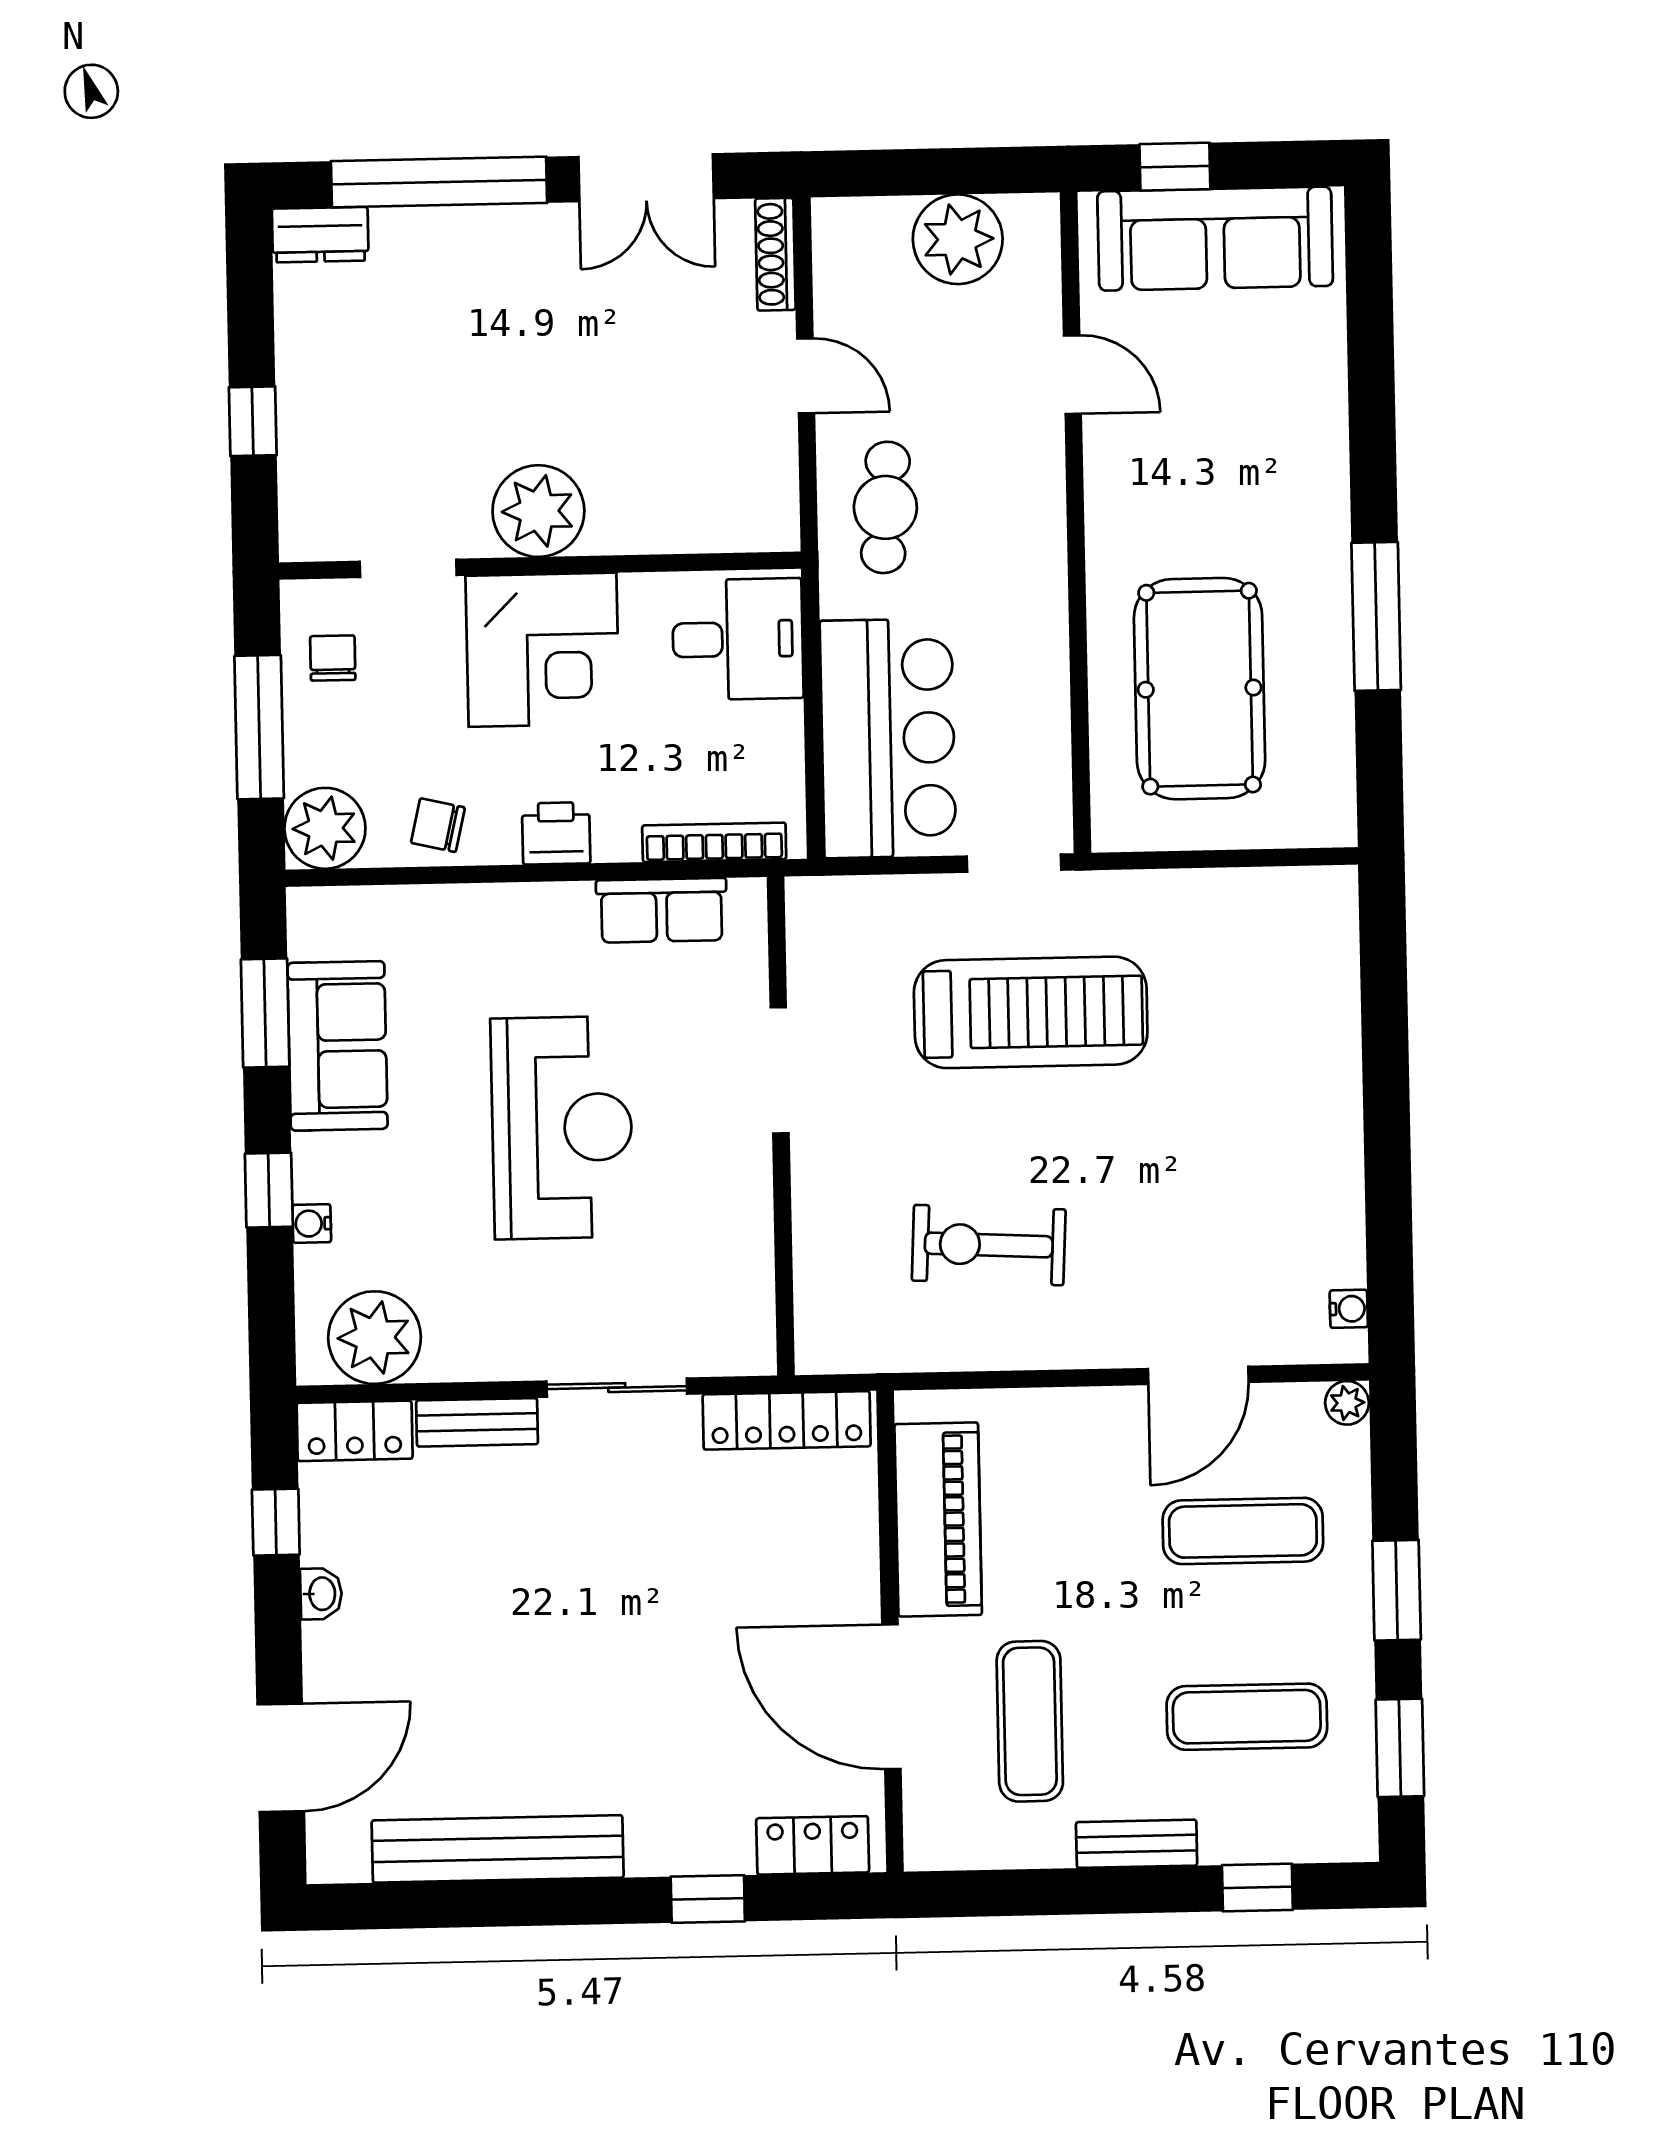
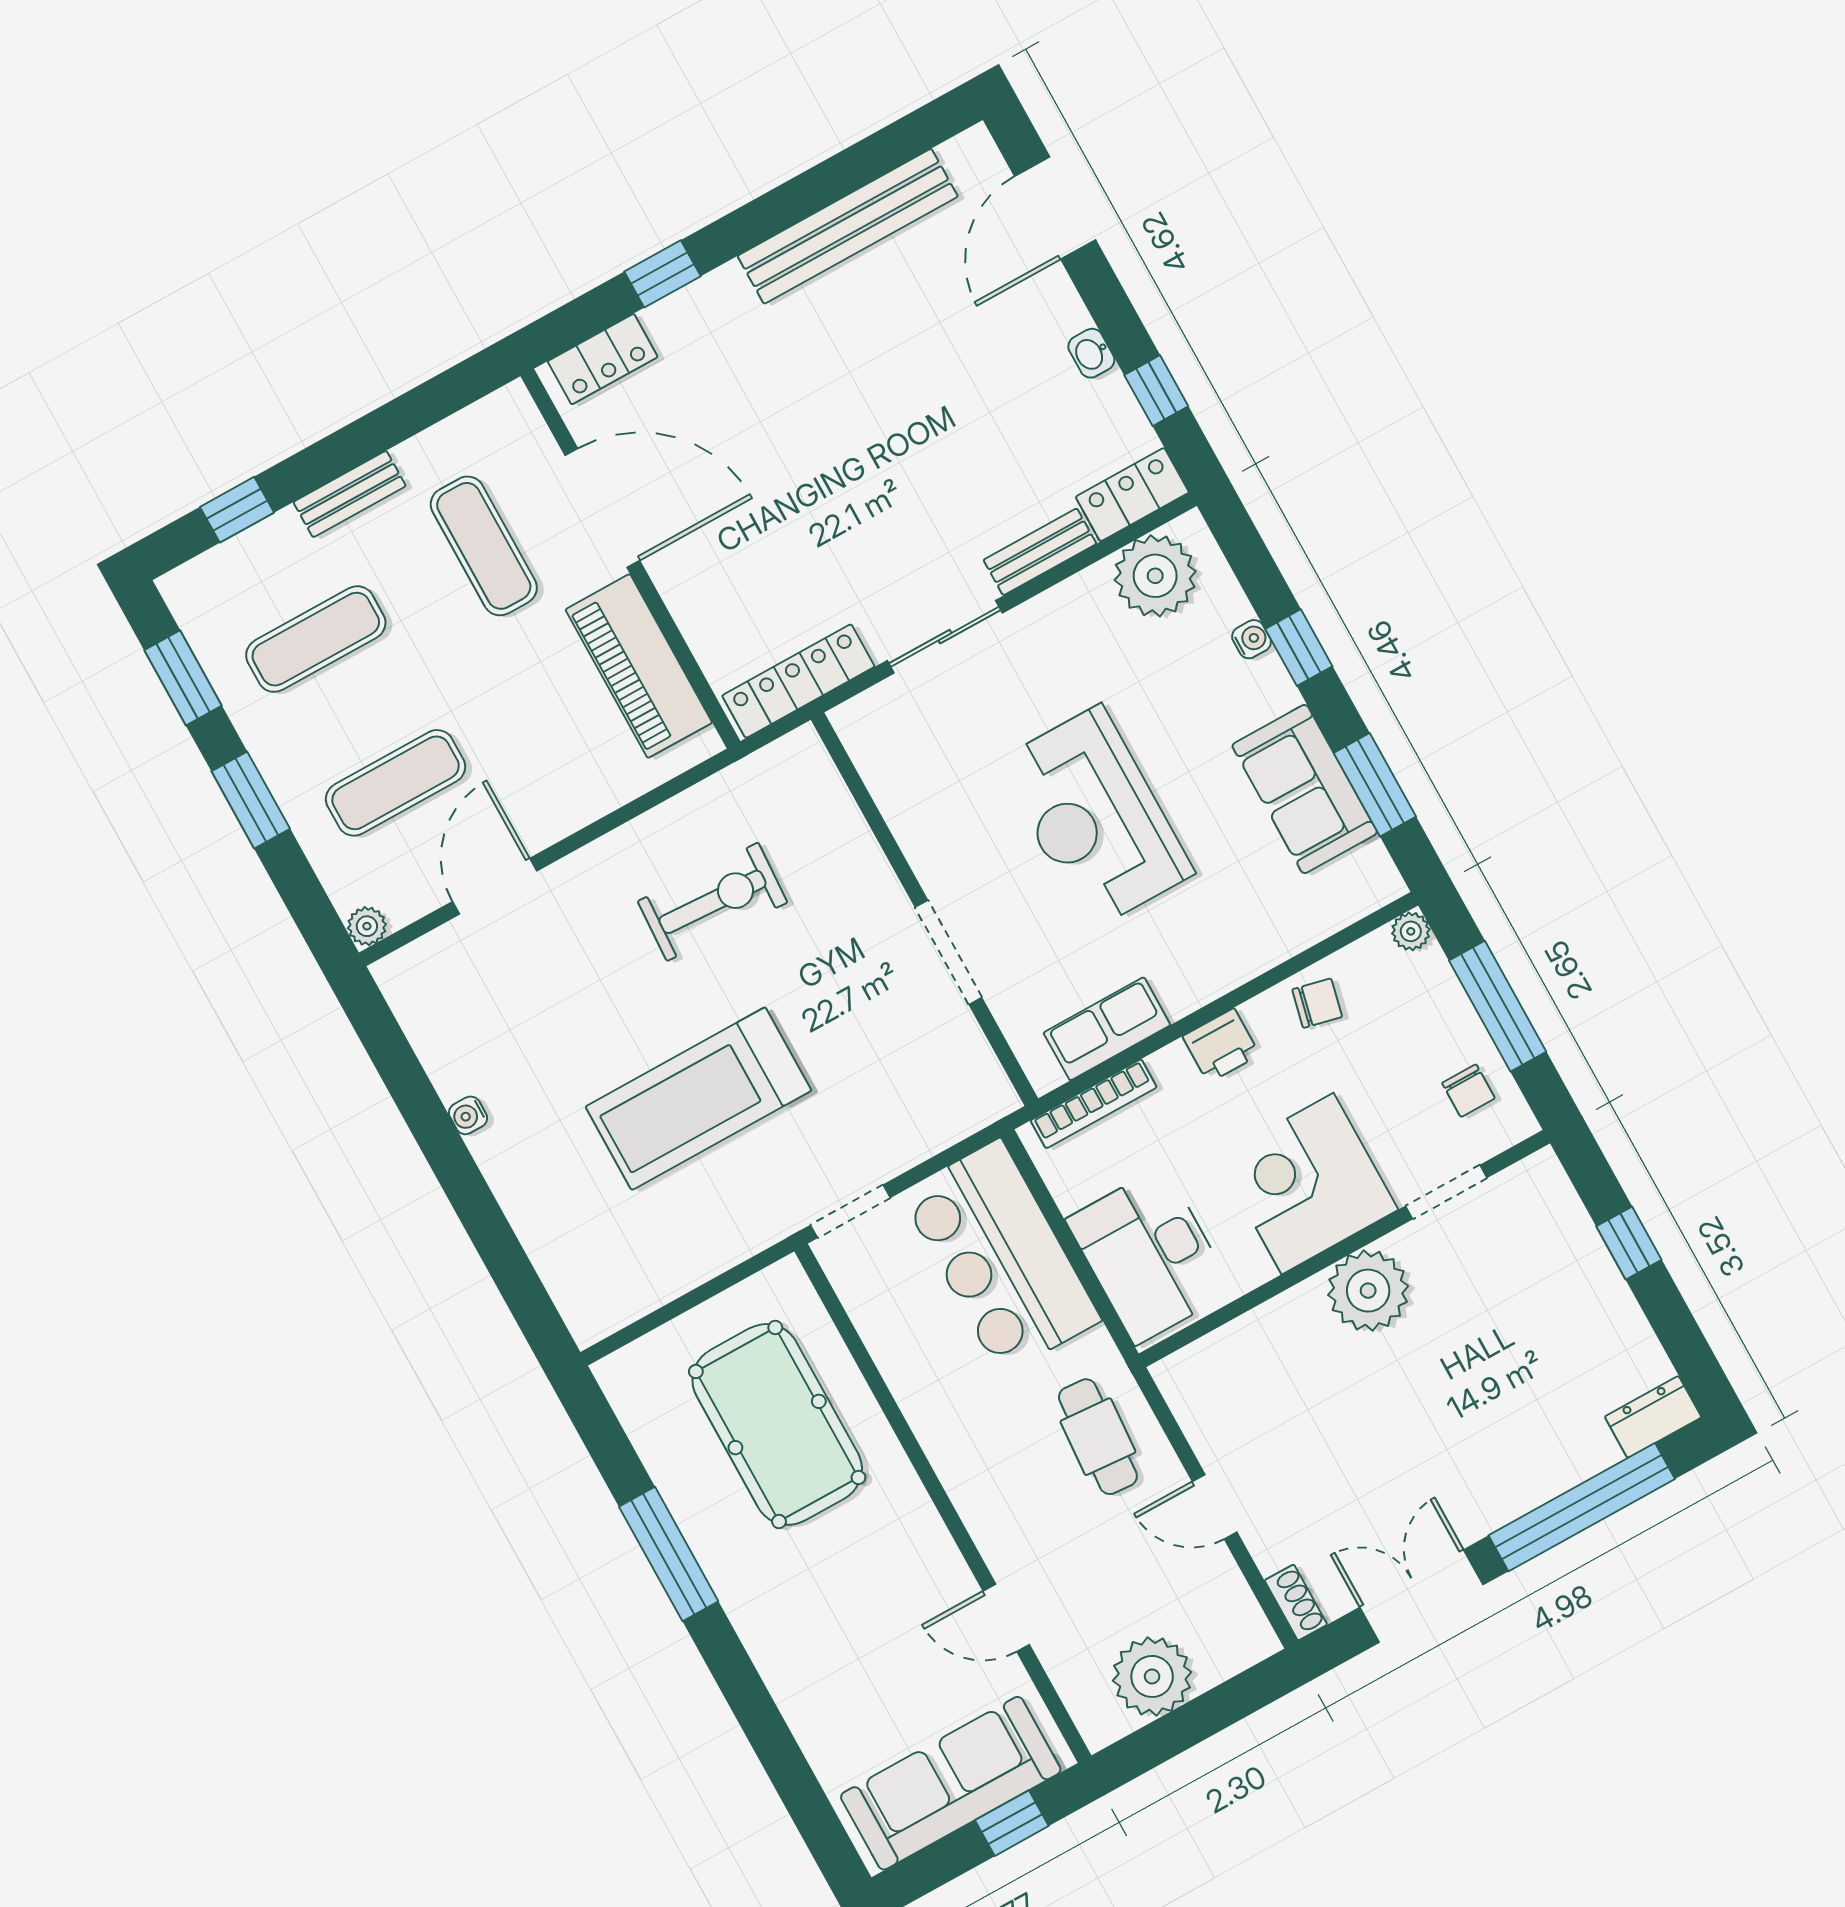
shoe rack: (775, 254) -> (1296, 1603), width x0.70
desk: (738, 639) -> (1150, 1255), width x1.37
plant: (325, 828) -> (1411, 931), width x0.53, depth x0.53
treadmill: (1031, 1012) -> (698, 1099), moved
water cooler: (1349, 1309) -> (468, 1115), moved

